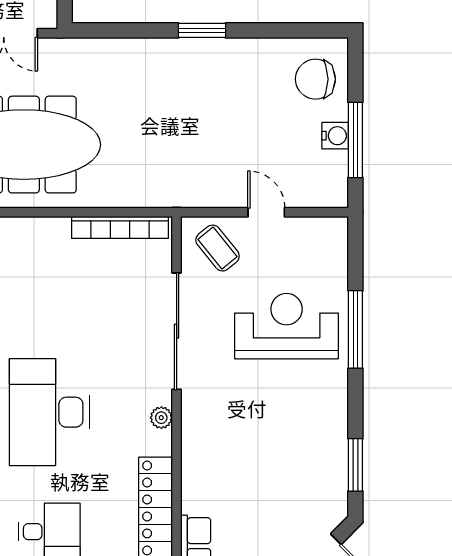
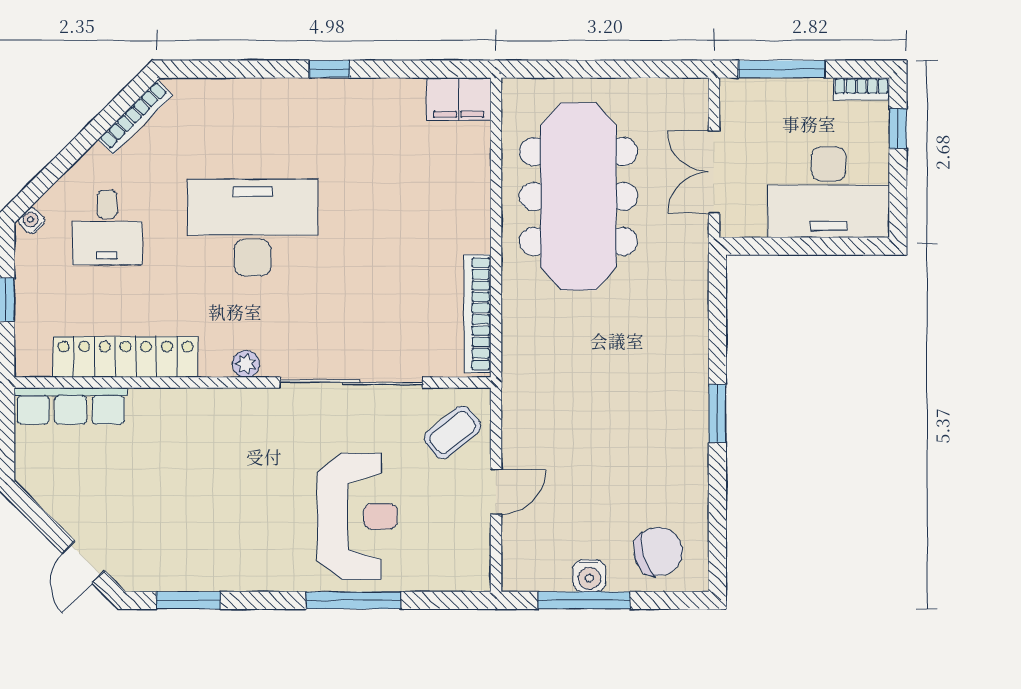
chair: (315, 79) -> (658, 552), turned 73

